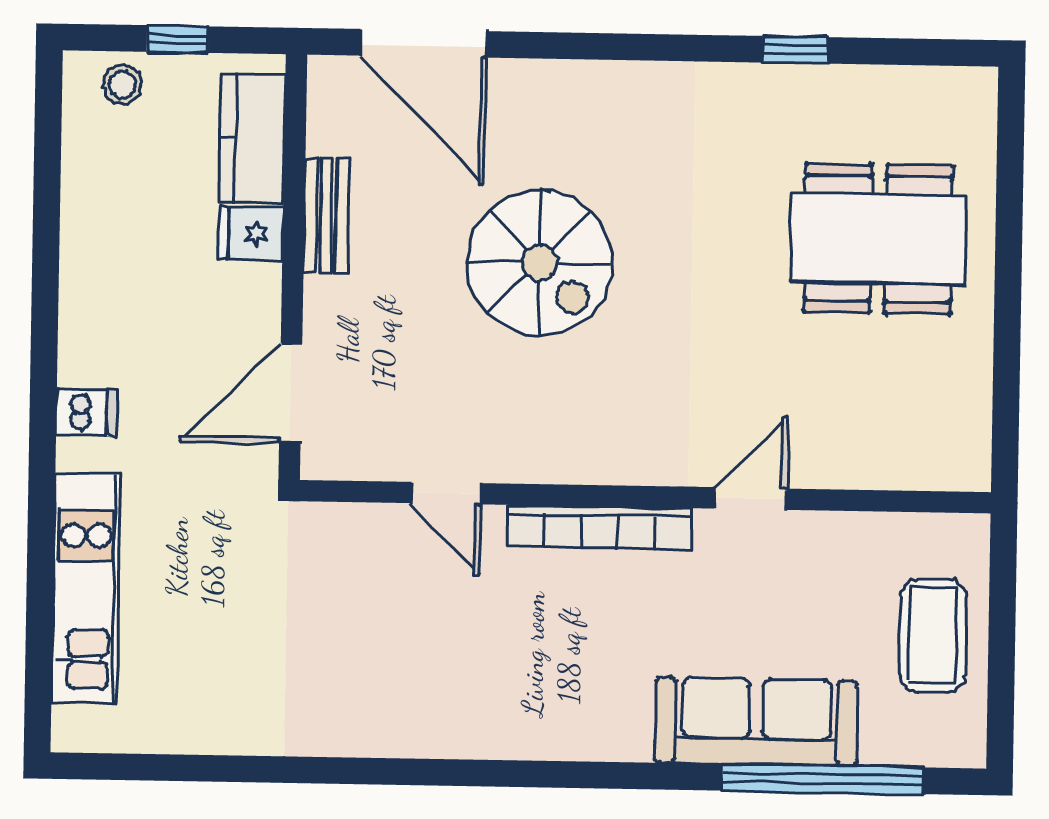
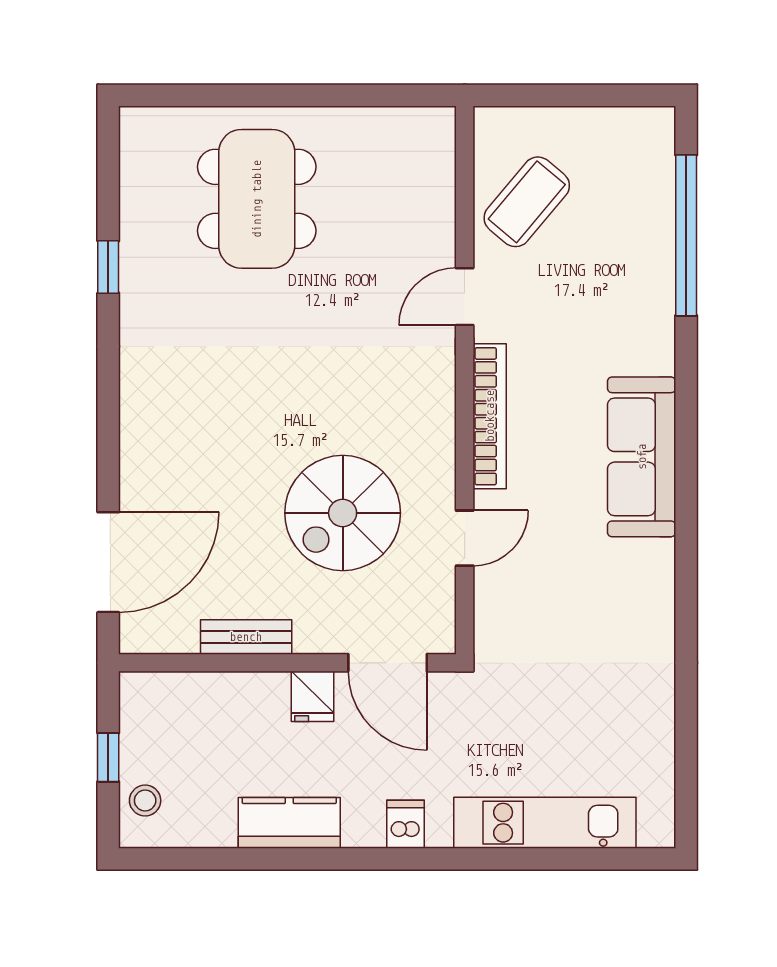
kitchen counter: (252, 138) -> (289, 823), moved, turned 180
fridge: (251, 233) -> (313, 696), moved
spiral stairs: (540, 263) -> (343, 513), moved, turned 180
door: (750, 499) -> (465, 297), hinge flipped
coffee table: (933, 635) -> (527, 202), moved, turned -50
sofa: (756, 722) -> (642, 457), moved

